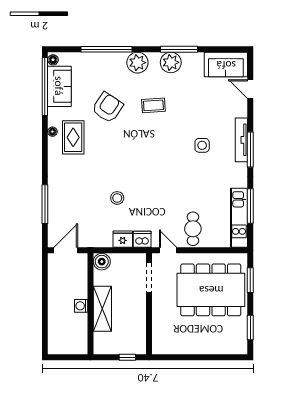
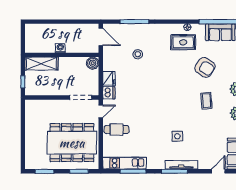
stool: (117, 198) -> (138, 54), moved
dining table: (211, 290) -> (72, 143), turned 90
shelving: (102, 309) -> (41, 64), moved

